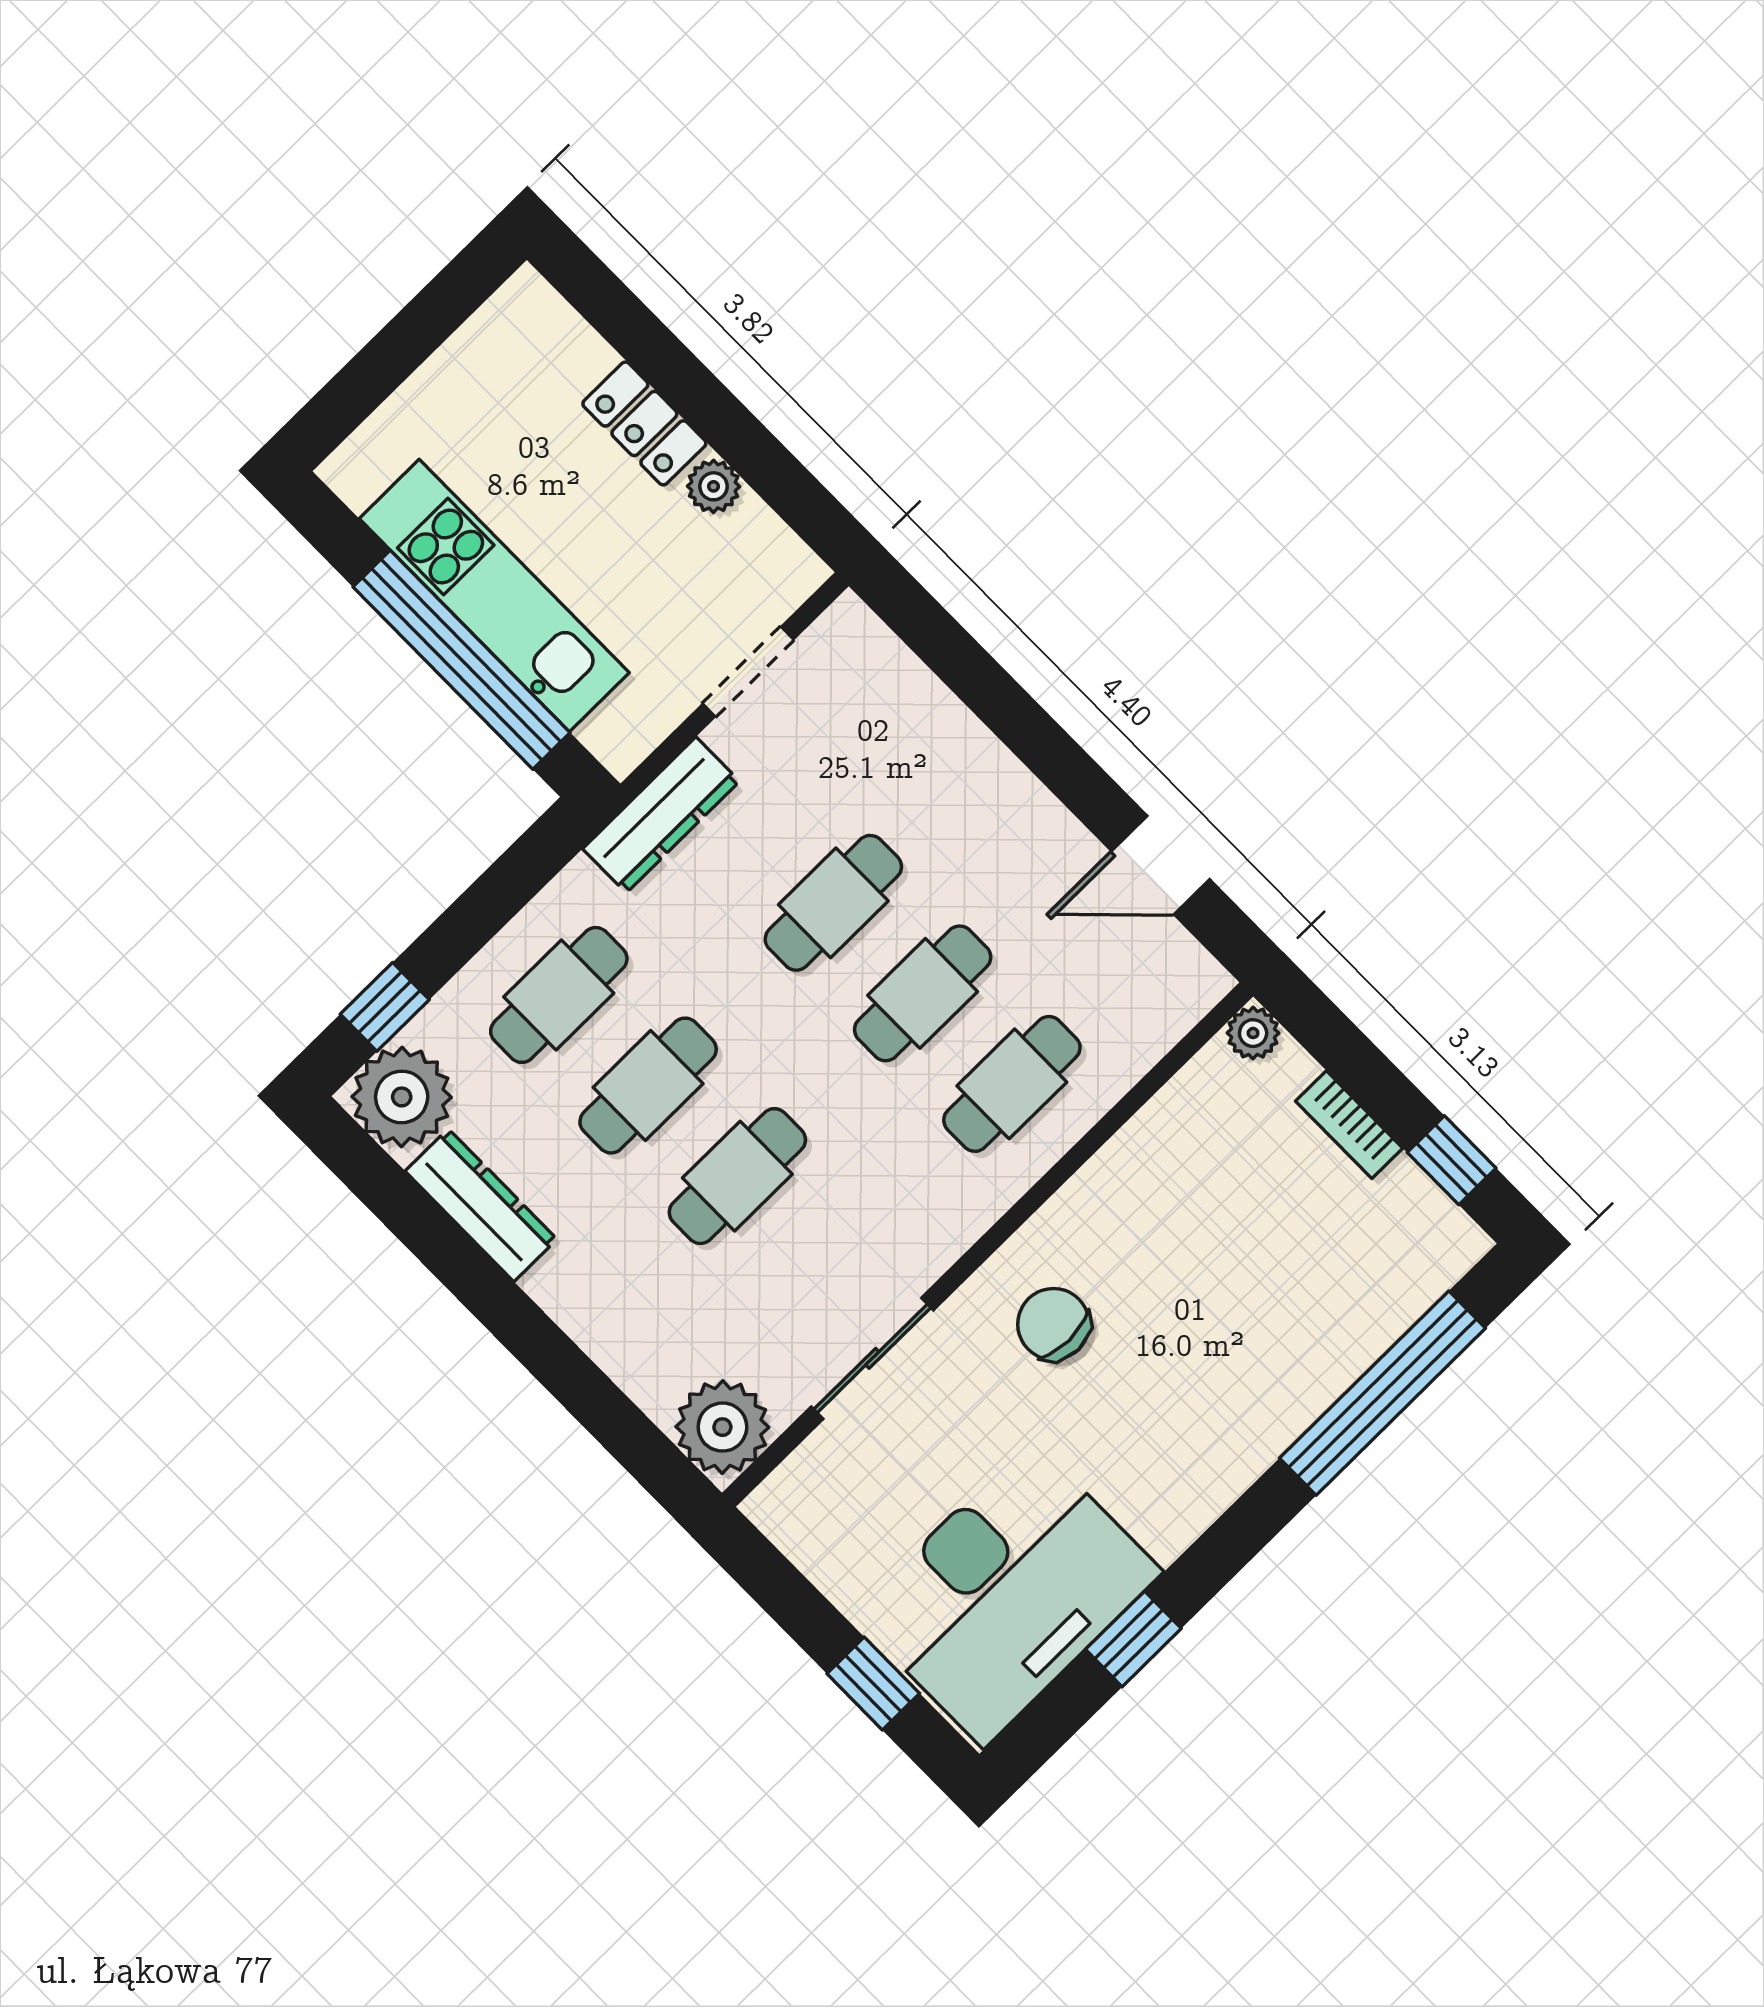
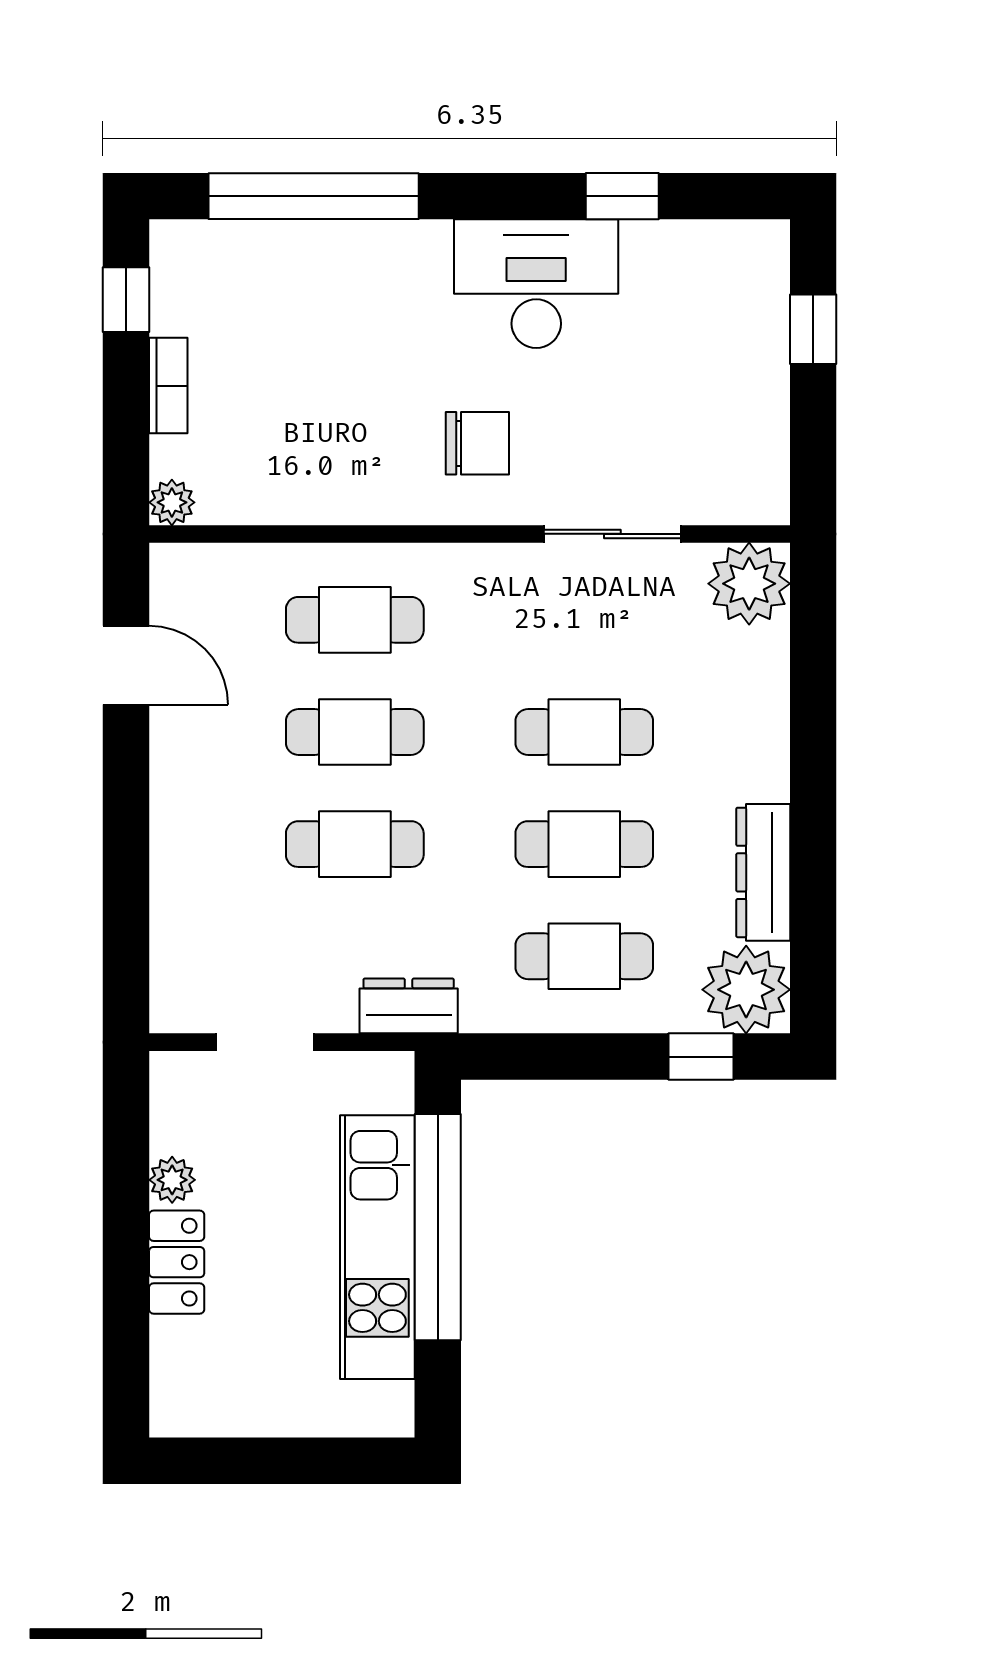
dresser: (661, 815) -> (409, 1006), width x0.70
chair: (1053, 1324) -> (477, 443), turned -90
desk: (1007, 1593) -> (536, 284), moved, width x0.73, depth x0.77

